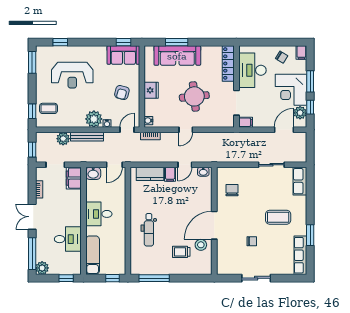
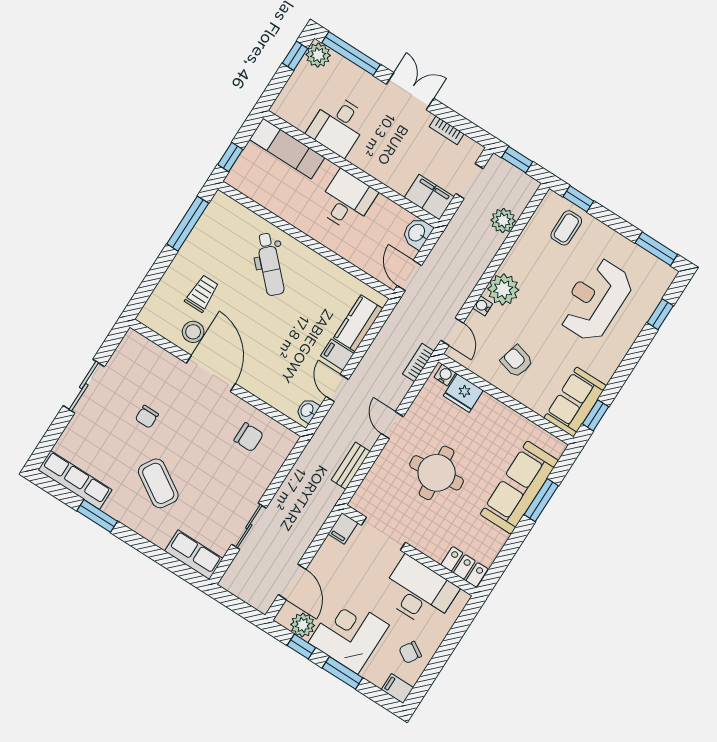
locker: (228, 63) -> (464, 567), width x0.66
fridge: (151, 90) -> (463, 393), moved
bench: (87, 137) -> (351, 466), moved, width x0.73
coffee table: (278, 217) -> (158, 483), turned -58
dental chair: (149, 230) -> (270, 264), turned -134
window: (66, 278) -> (295, 56), moved

